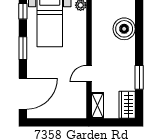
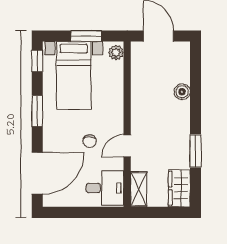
boiler: (124, 29) -> (182, 92), width x0.54, depth x0.54
chair: (61, 70) -> (90, 141), added
desk: (73, 105) -> (105, 188), added

